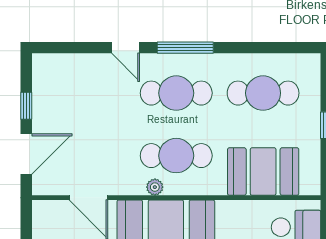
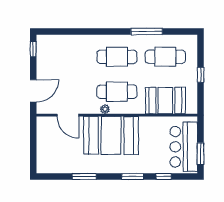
door: (126, 48) -> (89, 31), removed
window: (185, 48) -> (147, 31), moved
window: (26, 106) -> (33, 49), moved

